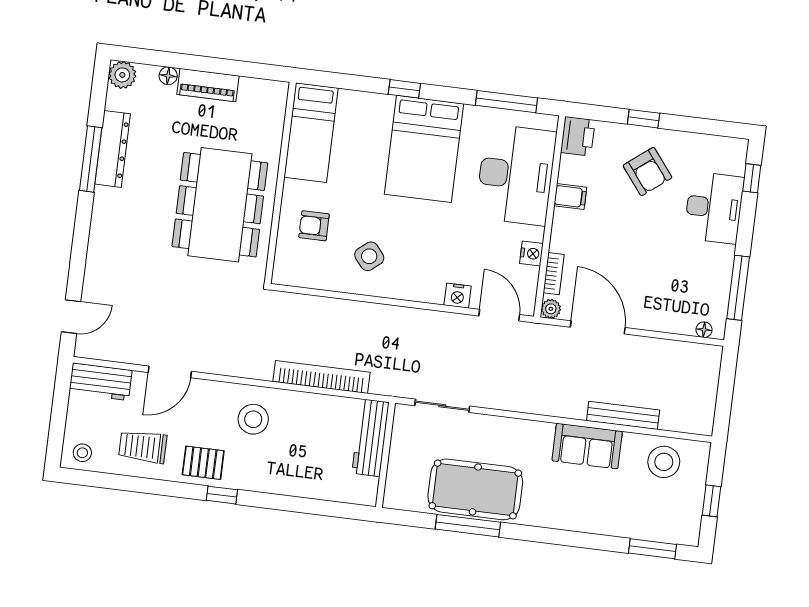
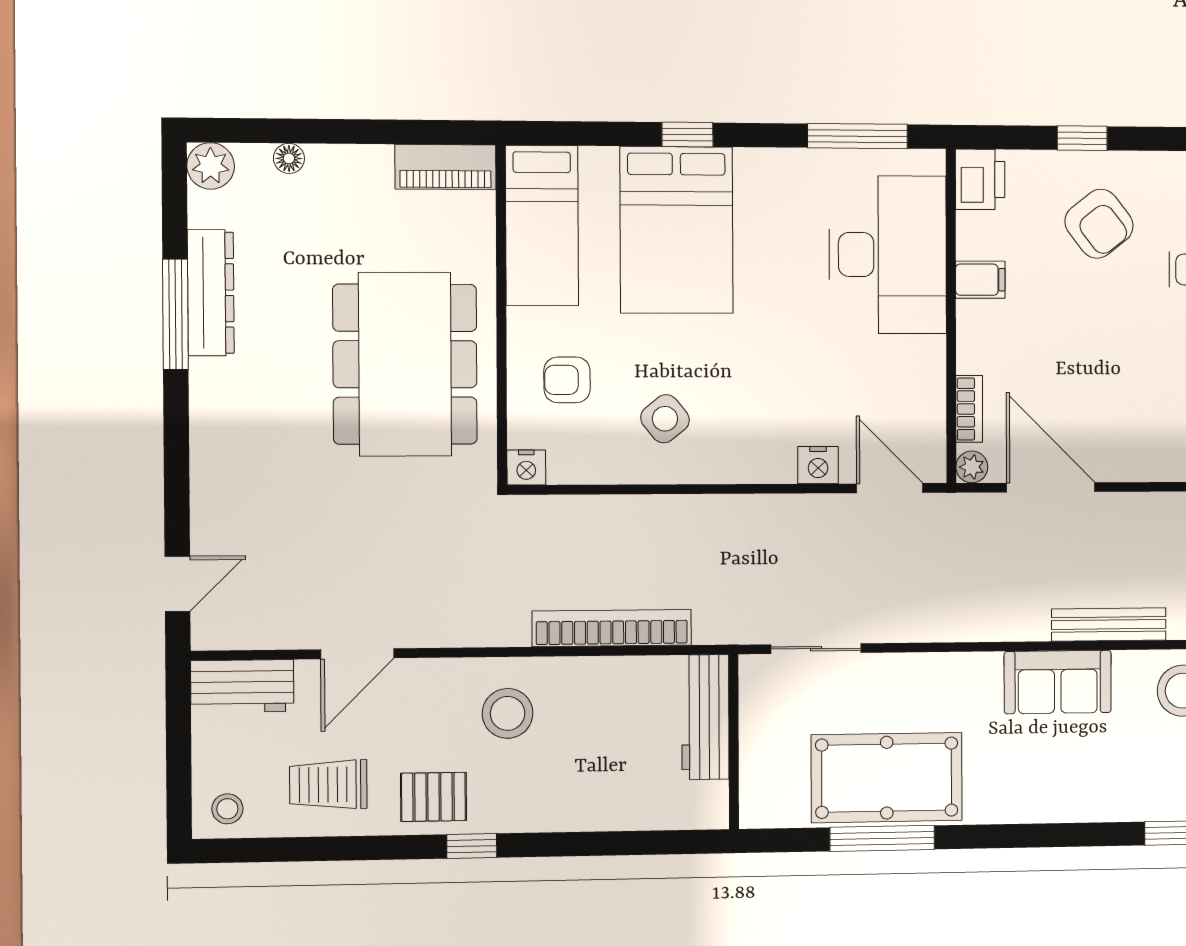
piano: (208, 85) -> (445, 167), moved
bed: (424, 149) -> (677, 230), moved
nightstand: (531, 254) -> (526, 467), moved, turned 90

